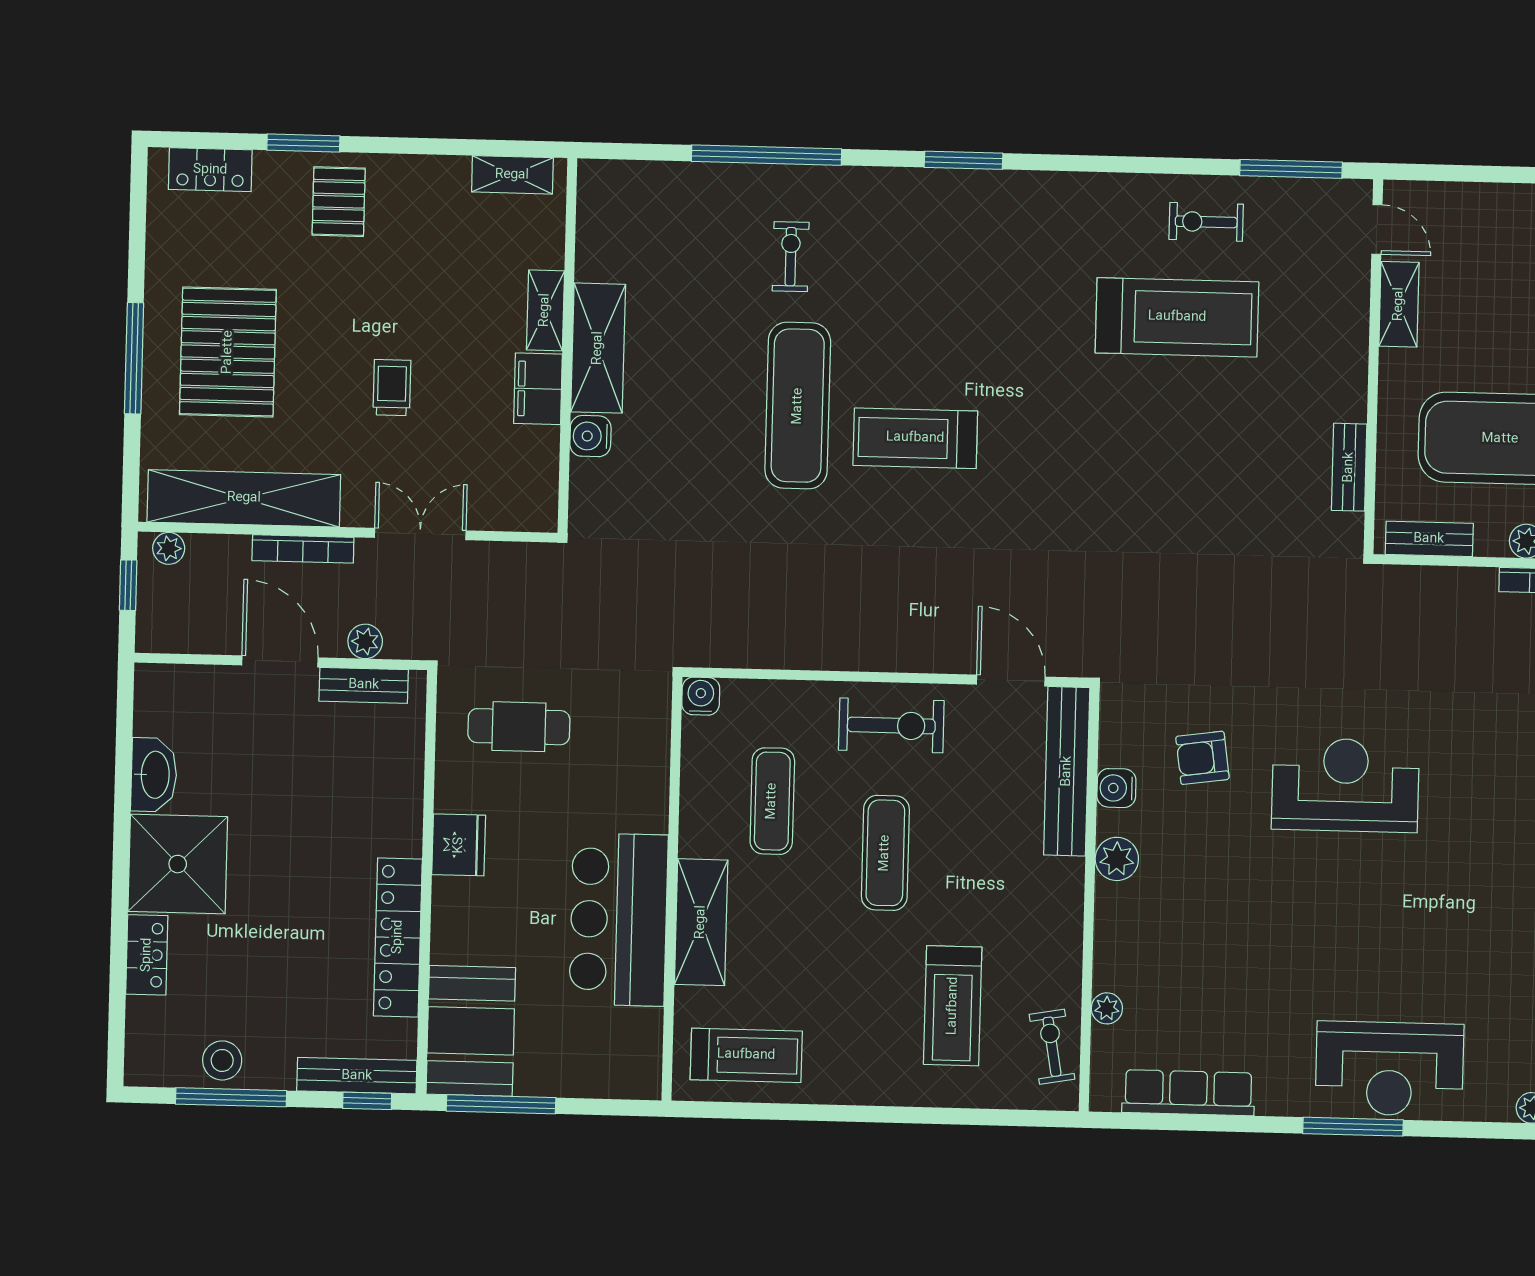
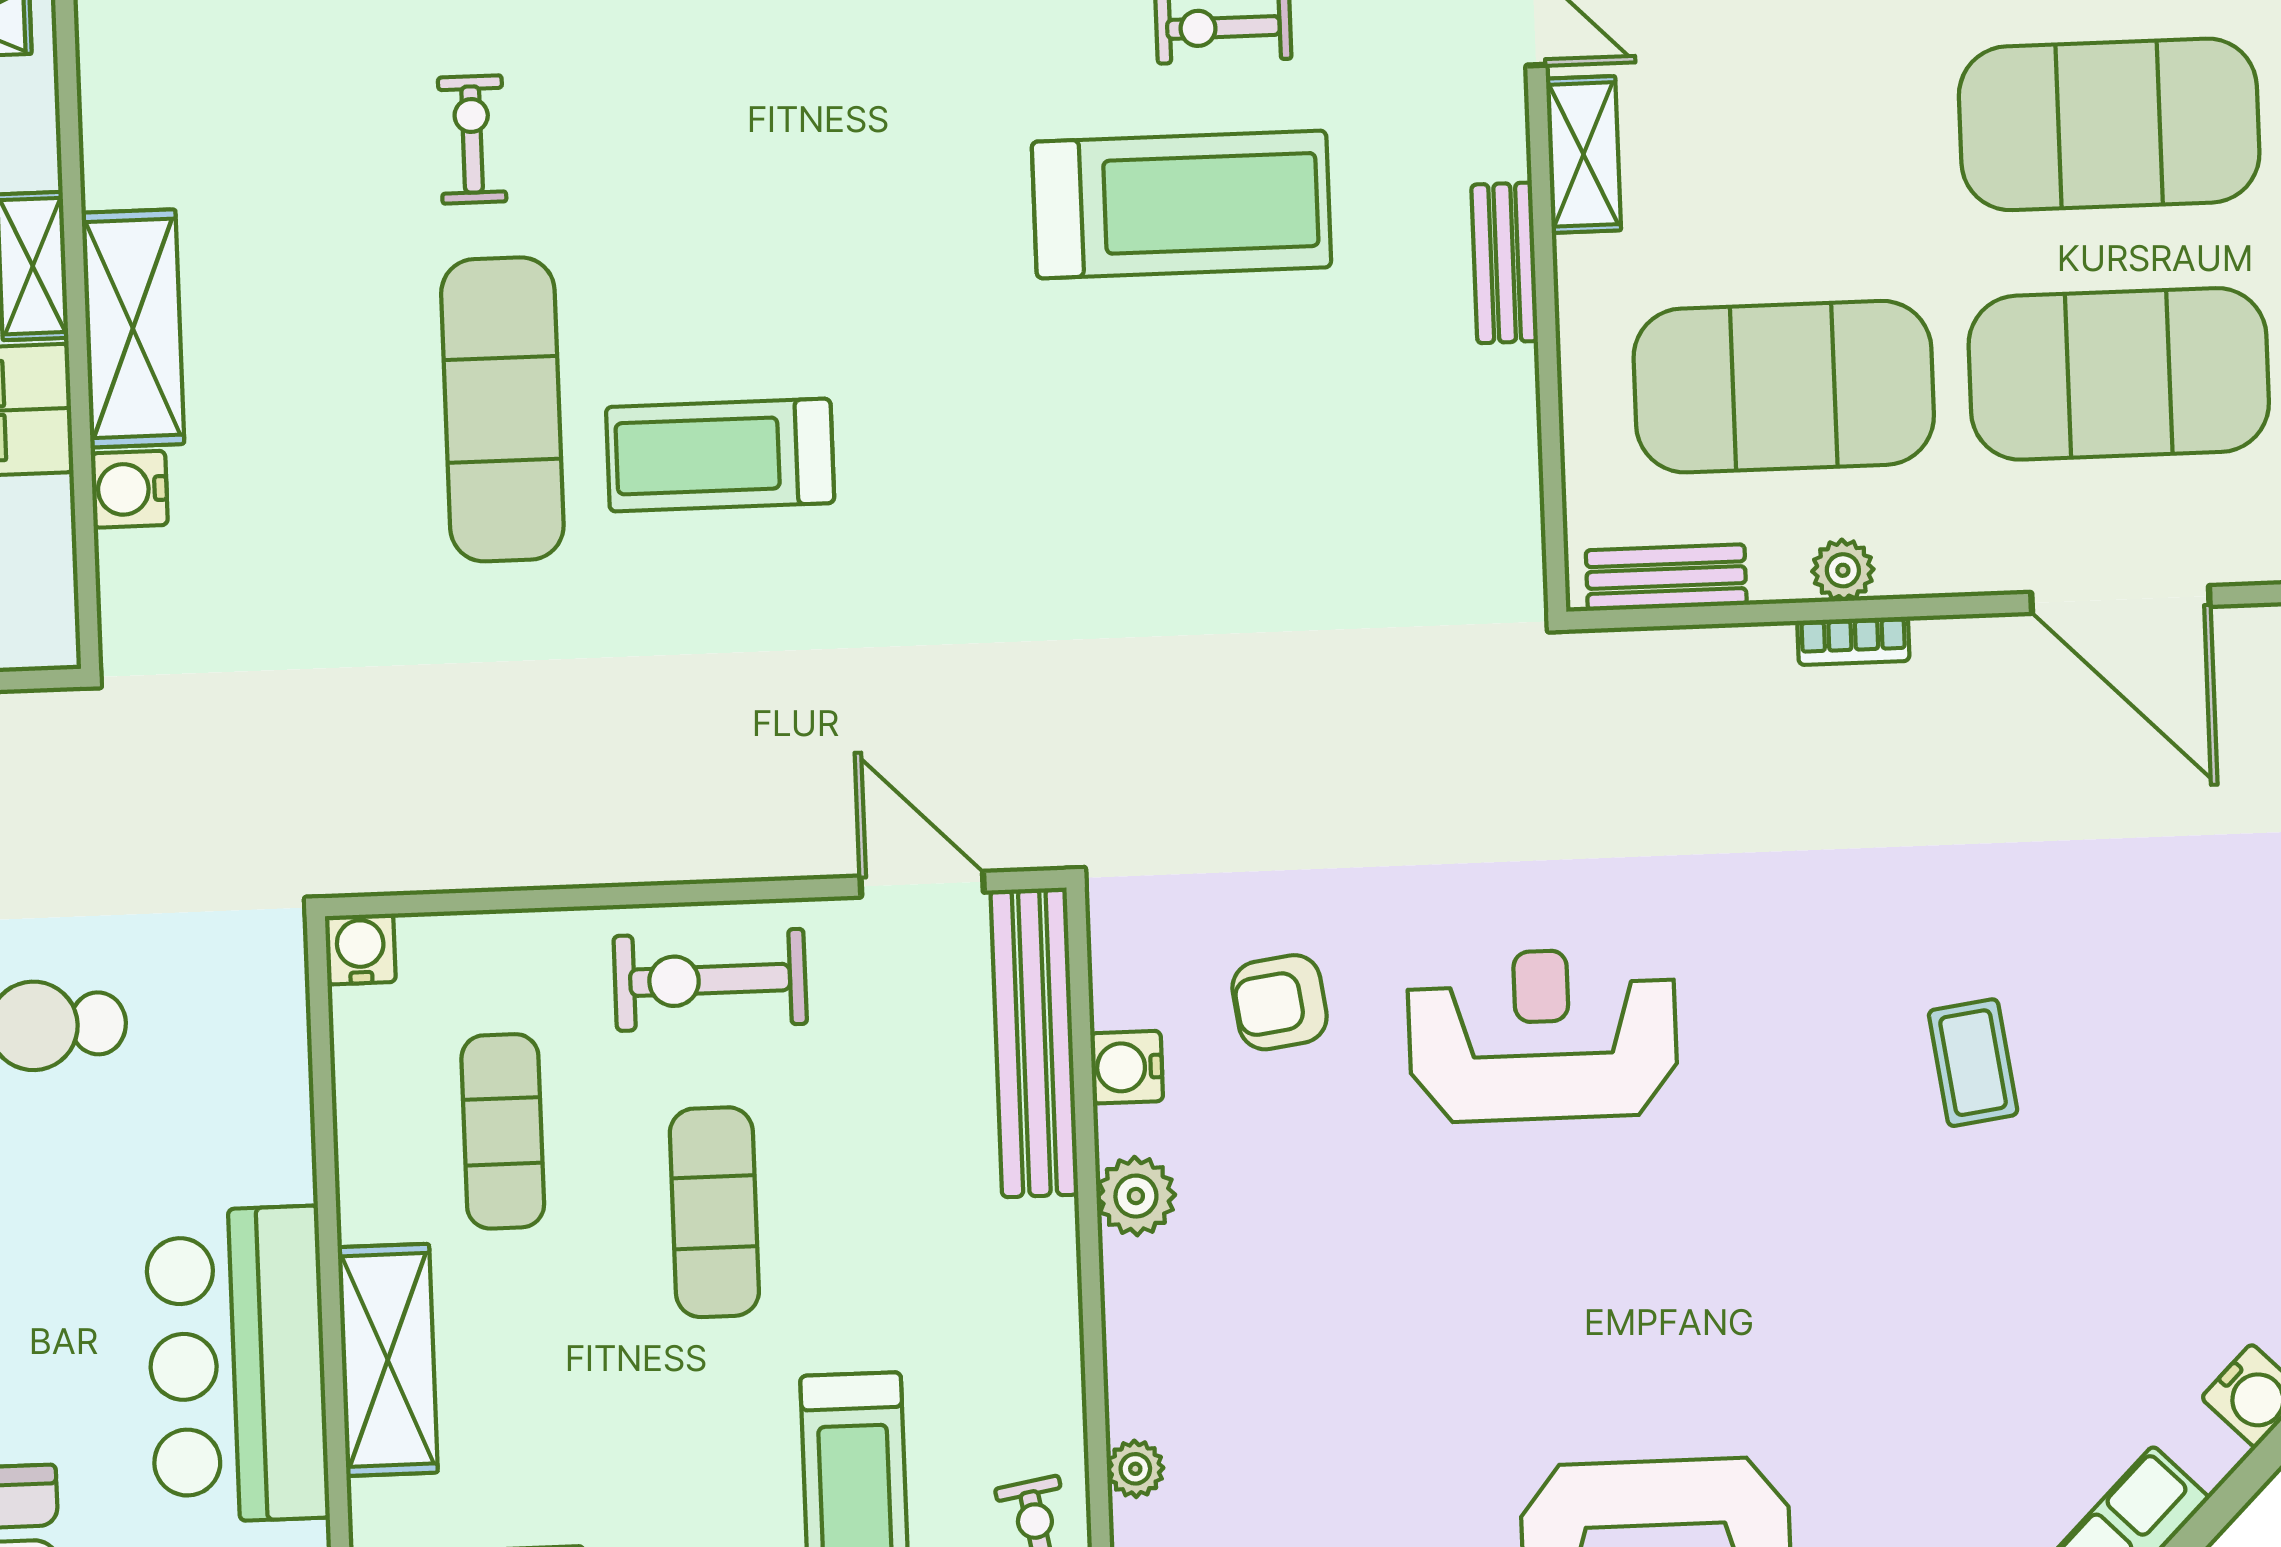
bench: (1349, 467) -> (1505, 263), moved
exercise bike: (891, 725) -> (710, 980), turned 180

